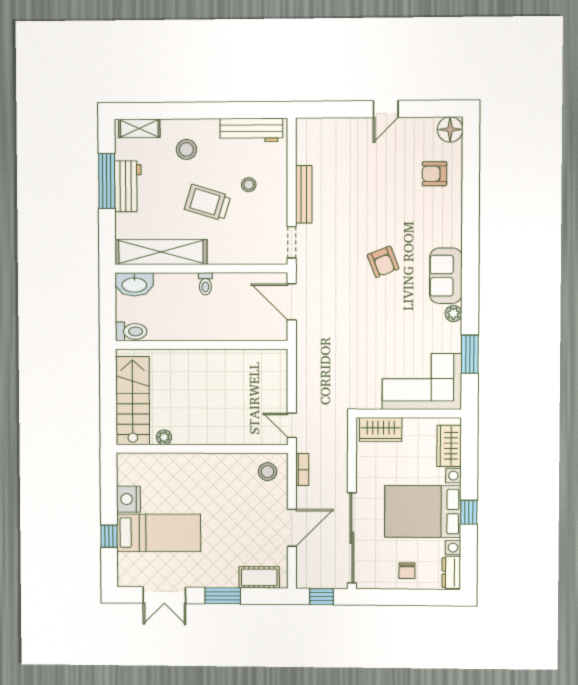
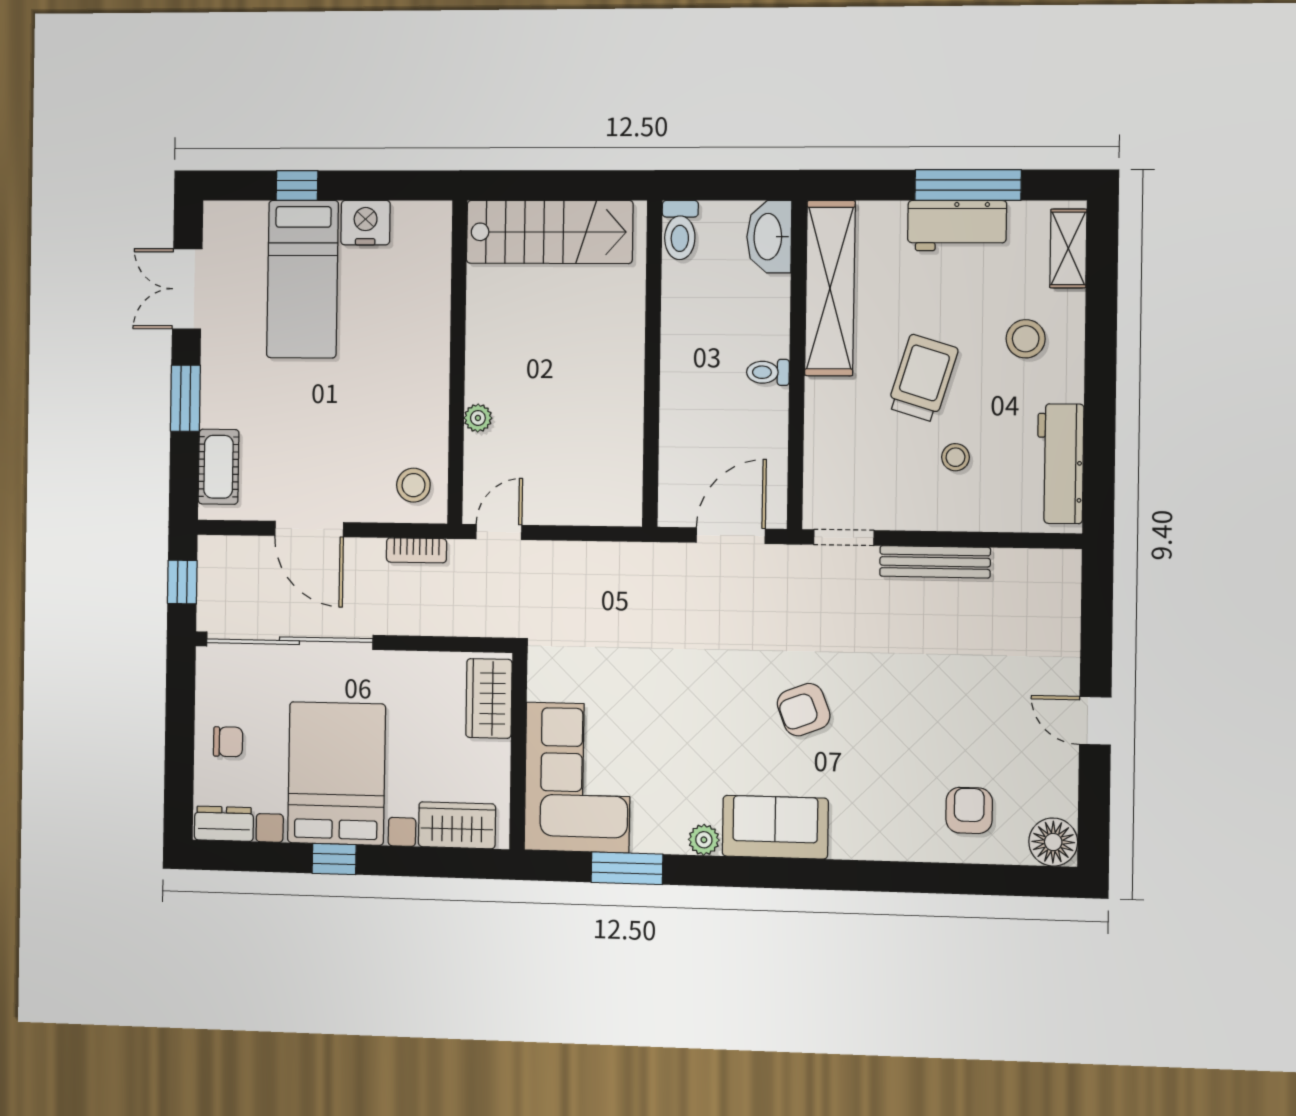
plant: (164, 437) -> (478, 418), moved
chair: (407, 571) -> (228, 742), turned 180

